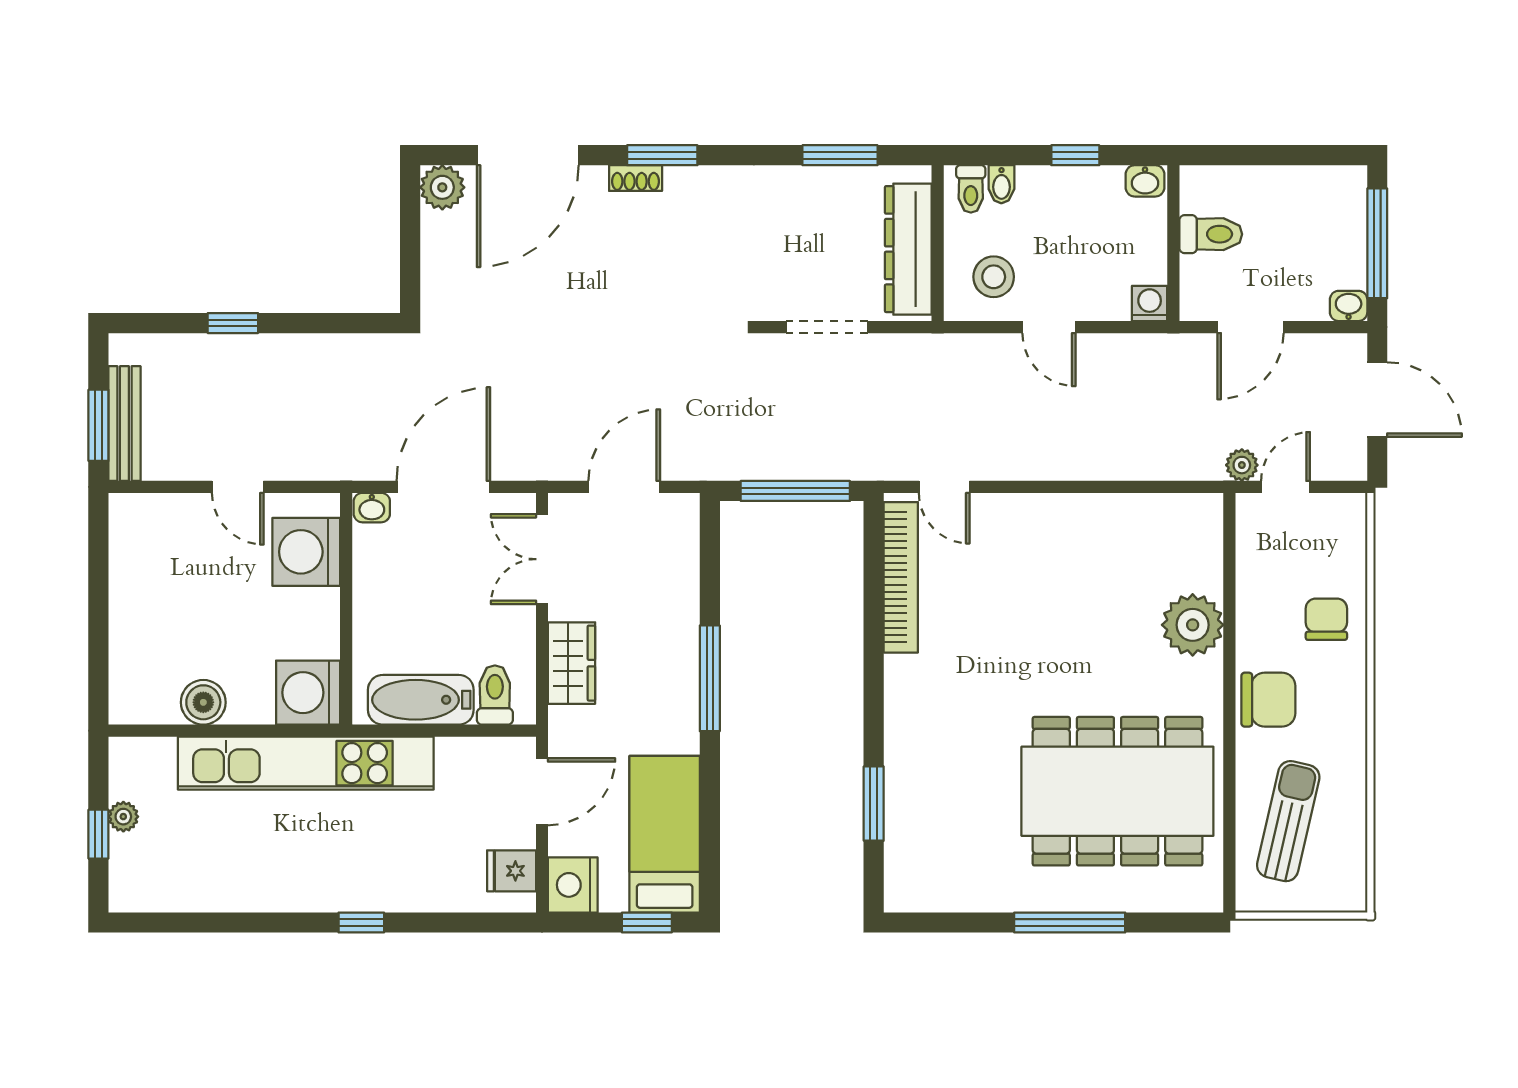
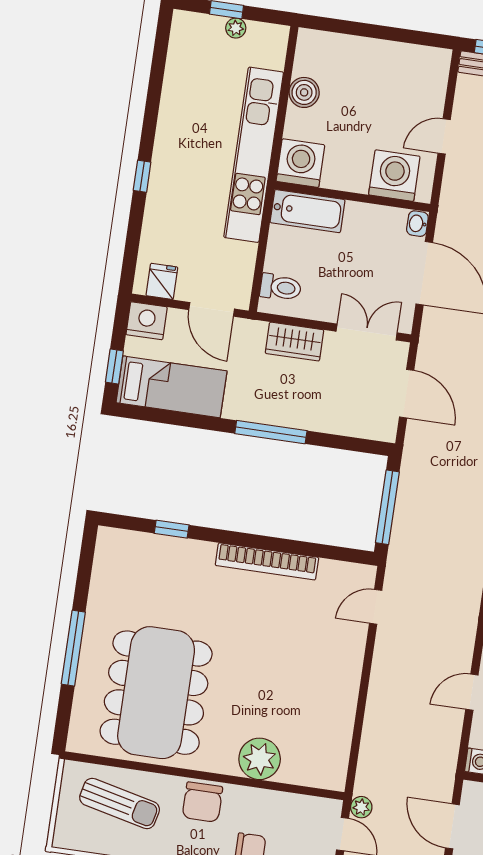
bookcase: (901, 577) -> (267, 561), moved
bathtub: (421, 700) -> (308, 211), moved, turned 90
window: (874, 804) -> (172, 529), width x0.67

